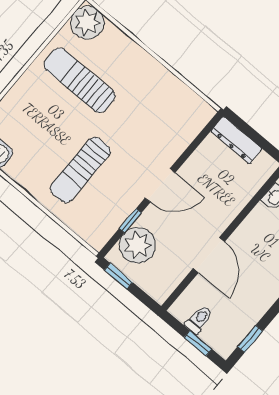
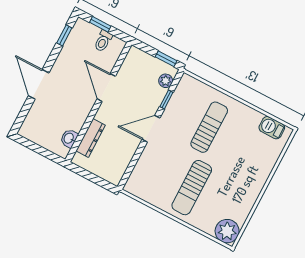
sun lounger: (79, 80) -> (192, 188), moved, turned 90
dresser: (236, 140) -> (91, 138), moved, turned 90
plant: (138, 245) -> (166, 81), width x0.53, depth x0.53

